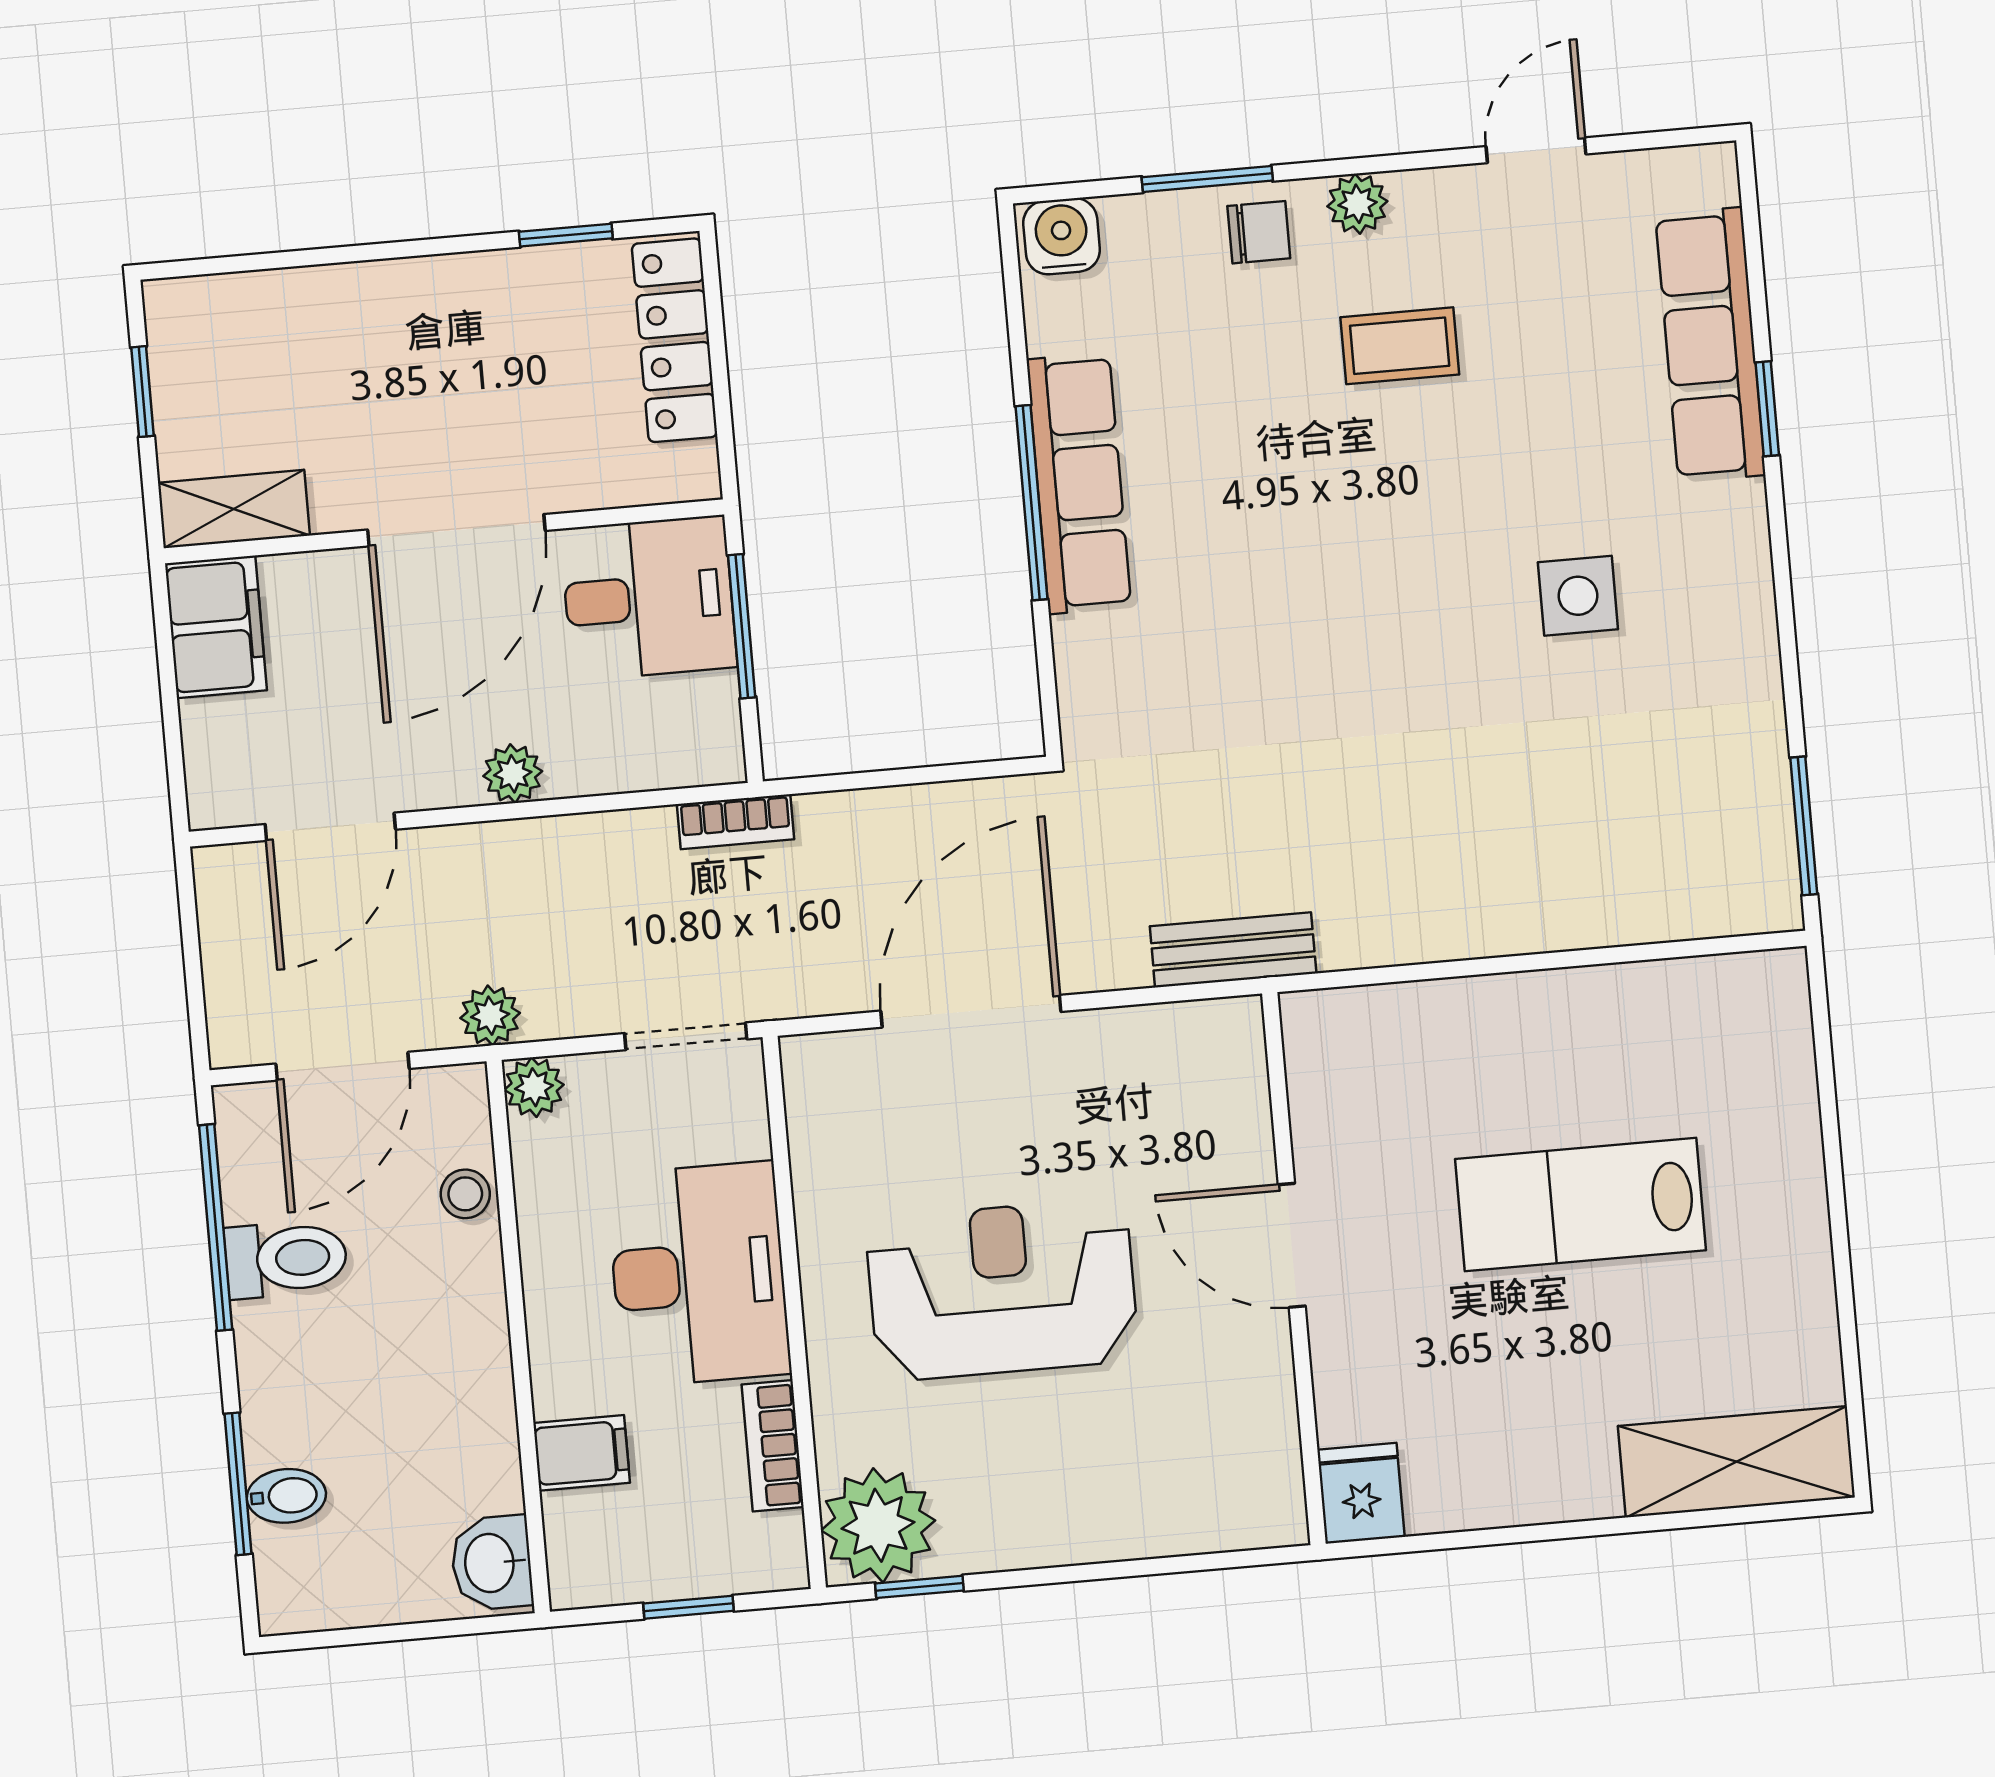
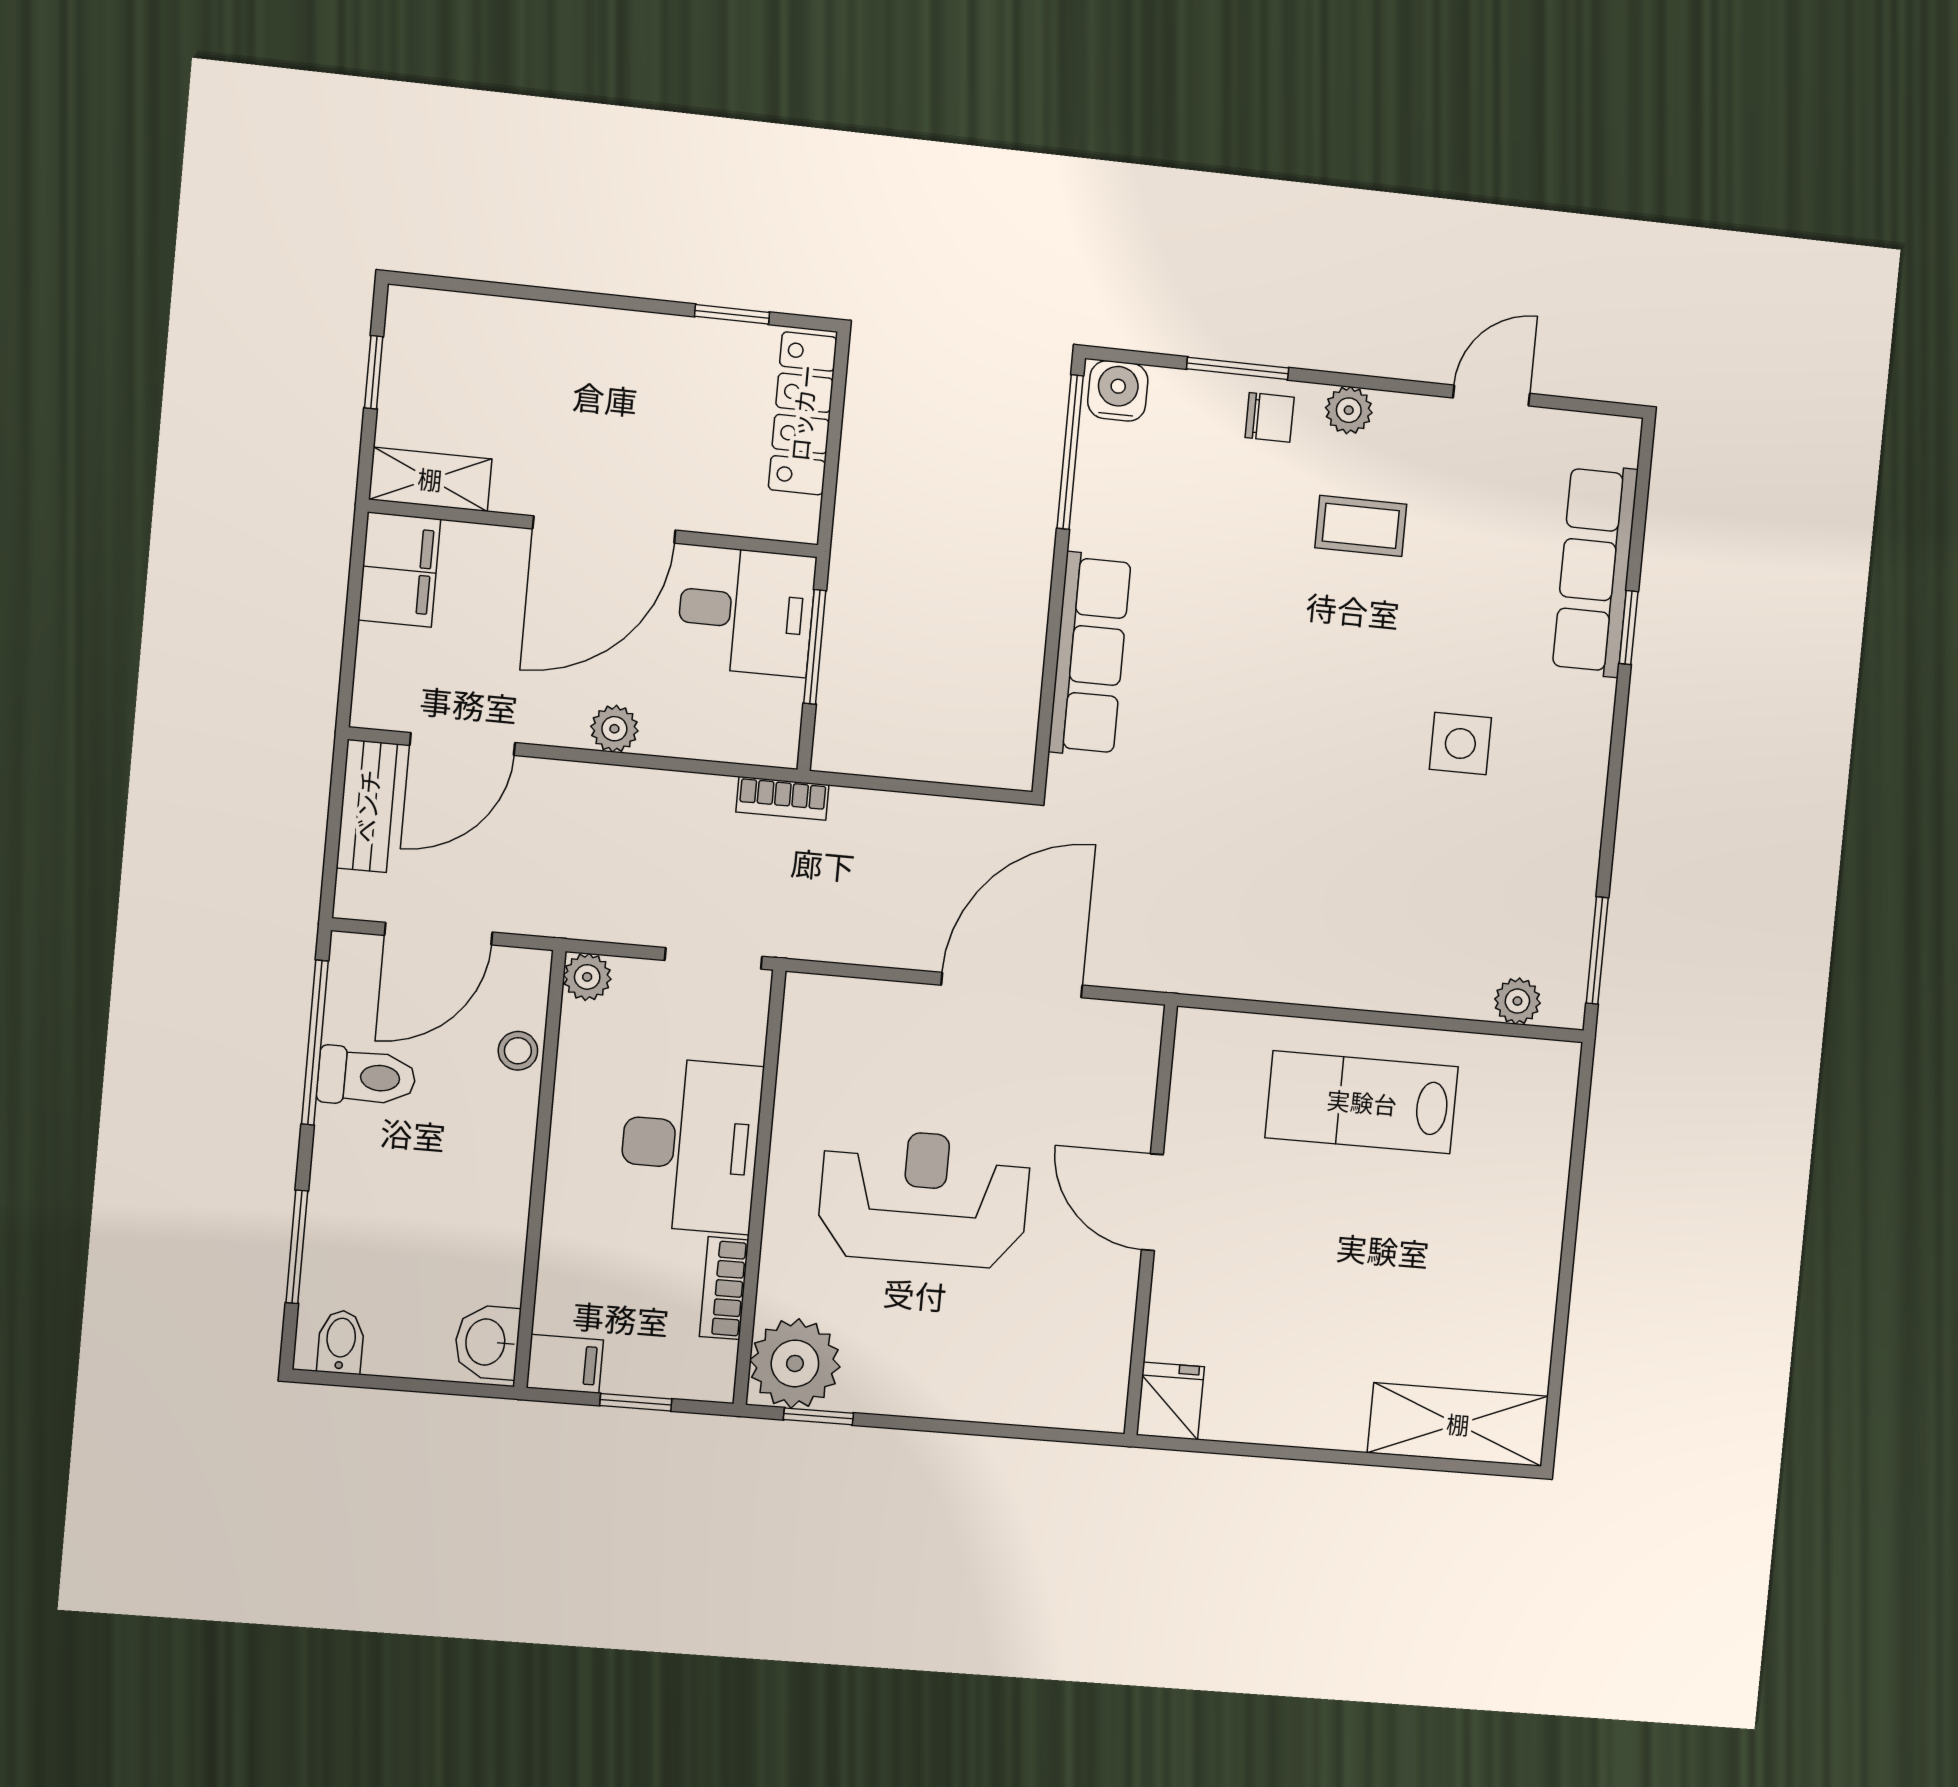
row of seats: (1079, 483) -> (1090, 655), moved
window: (1031, 503) -> (1070, 452), moved
bench: (1233, 950) -> (367, 806), moved, turned 90
door: (971, 1011) -> (1012, 985), moved
plant: (490, 1016) -> (1517, 1001), moved
lab bench: (1581, 1205) -> (1362, 1102), moved
filing cabinet: (582, 1453) -> (565, 1364), moved
bidet: (286, 1496) -> (341, 1342), moved, turned -90

